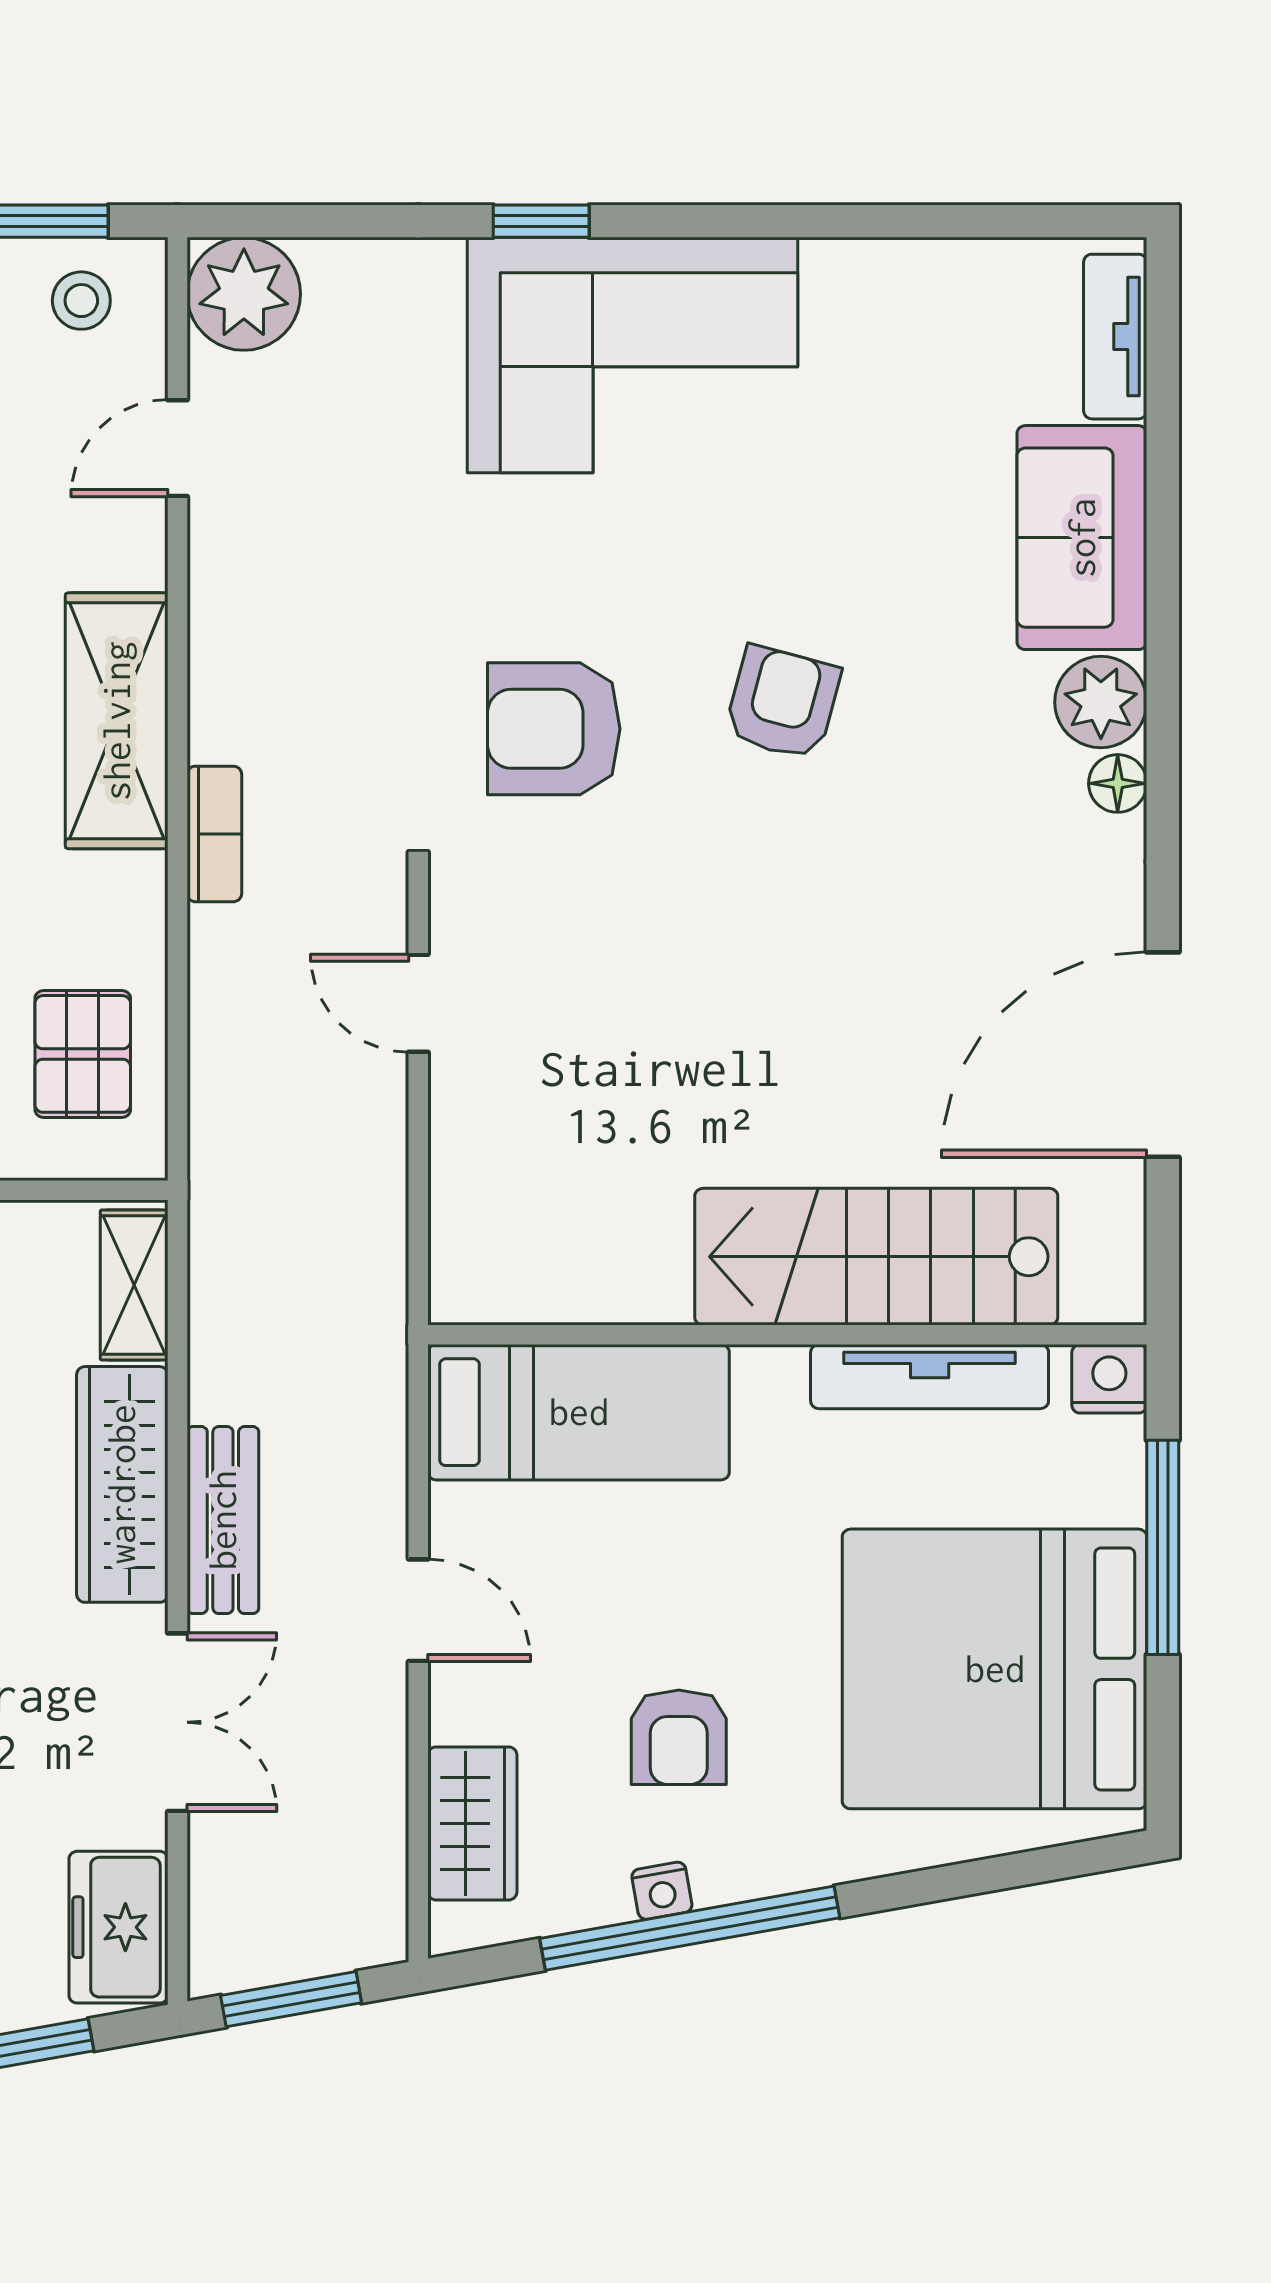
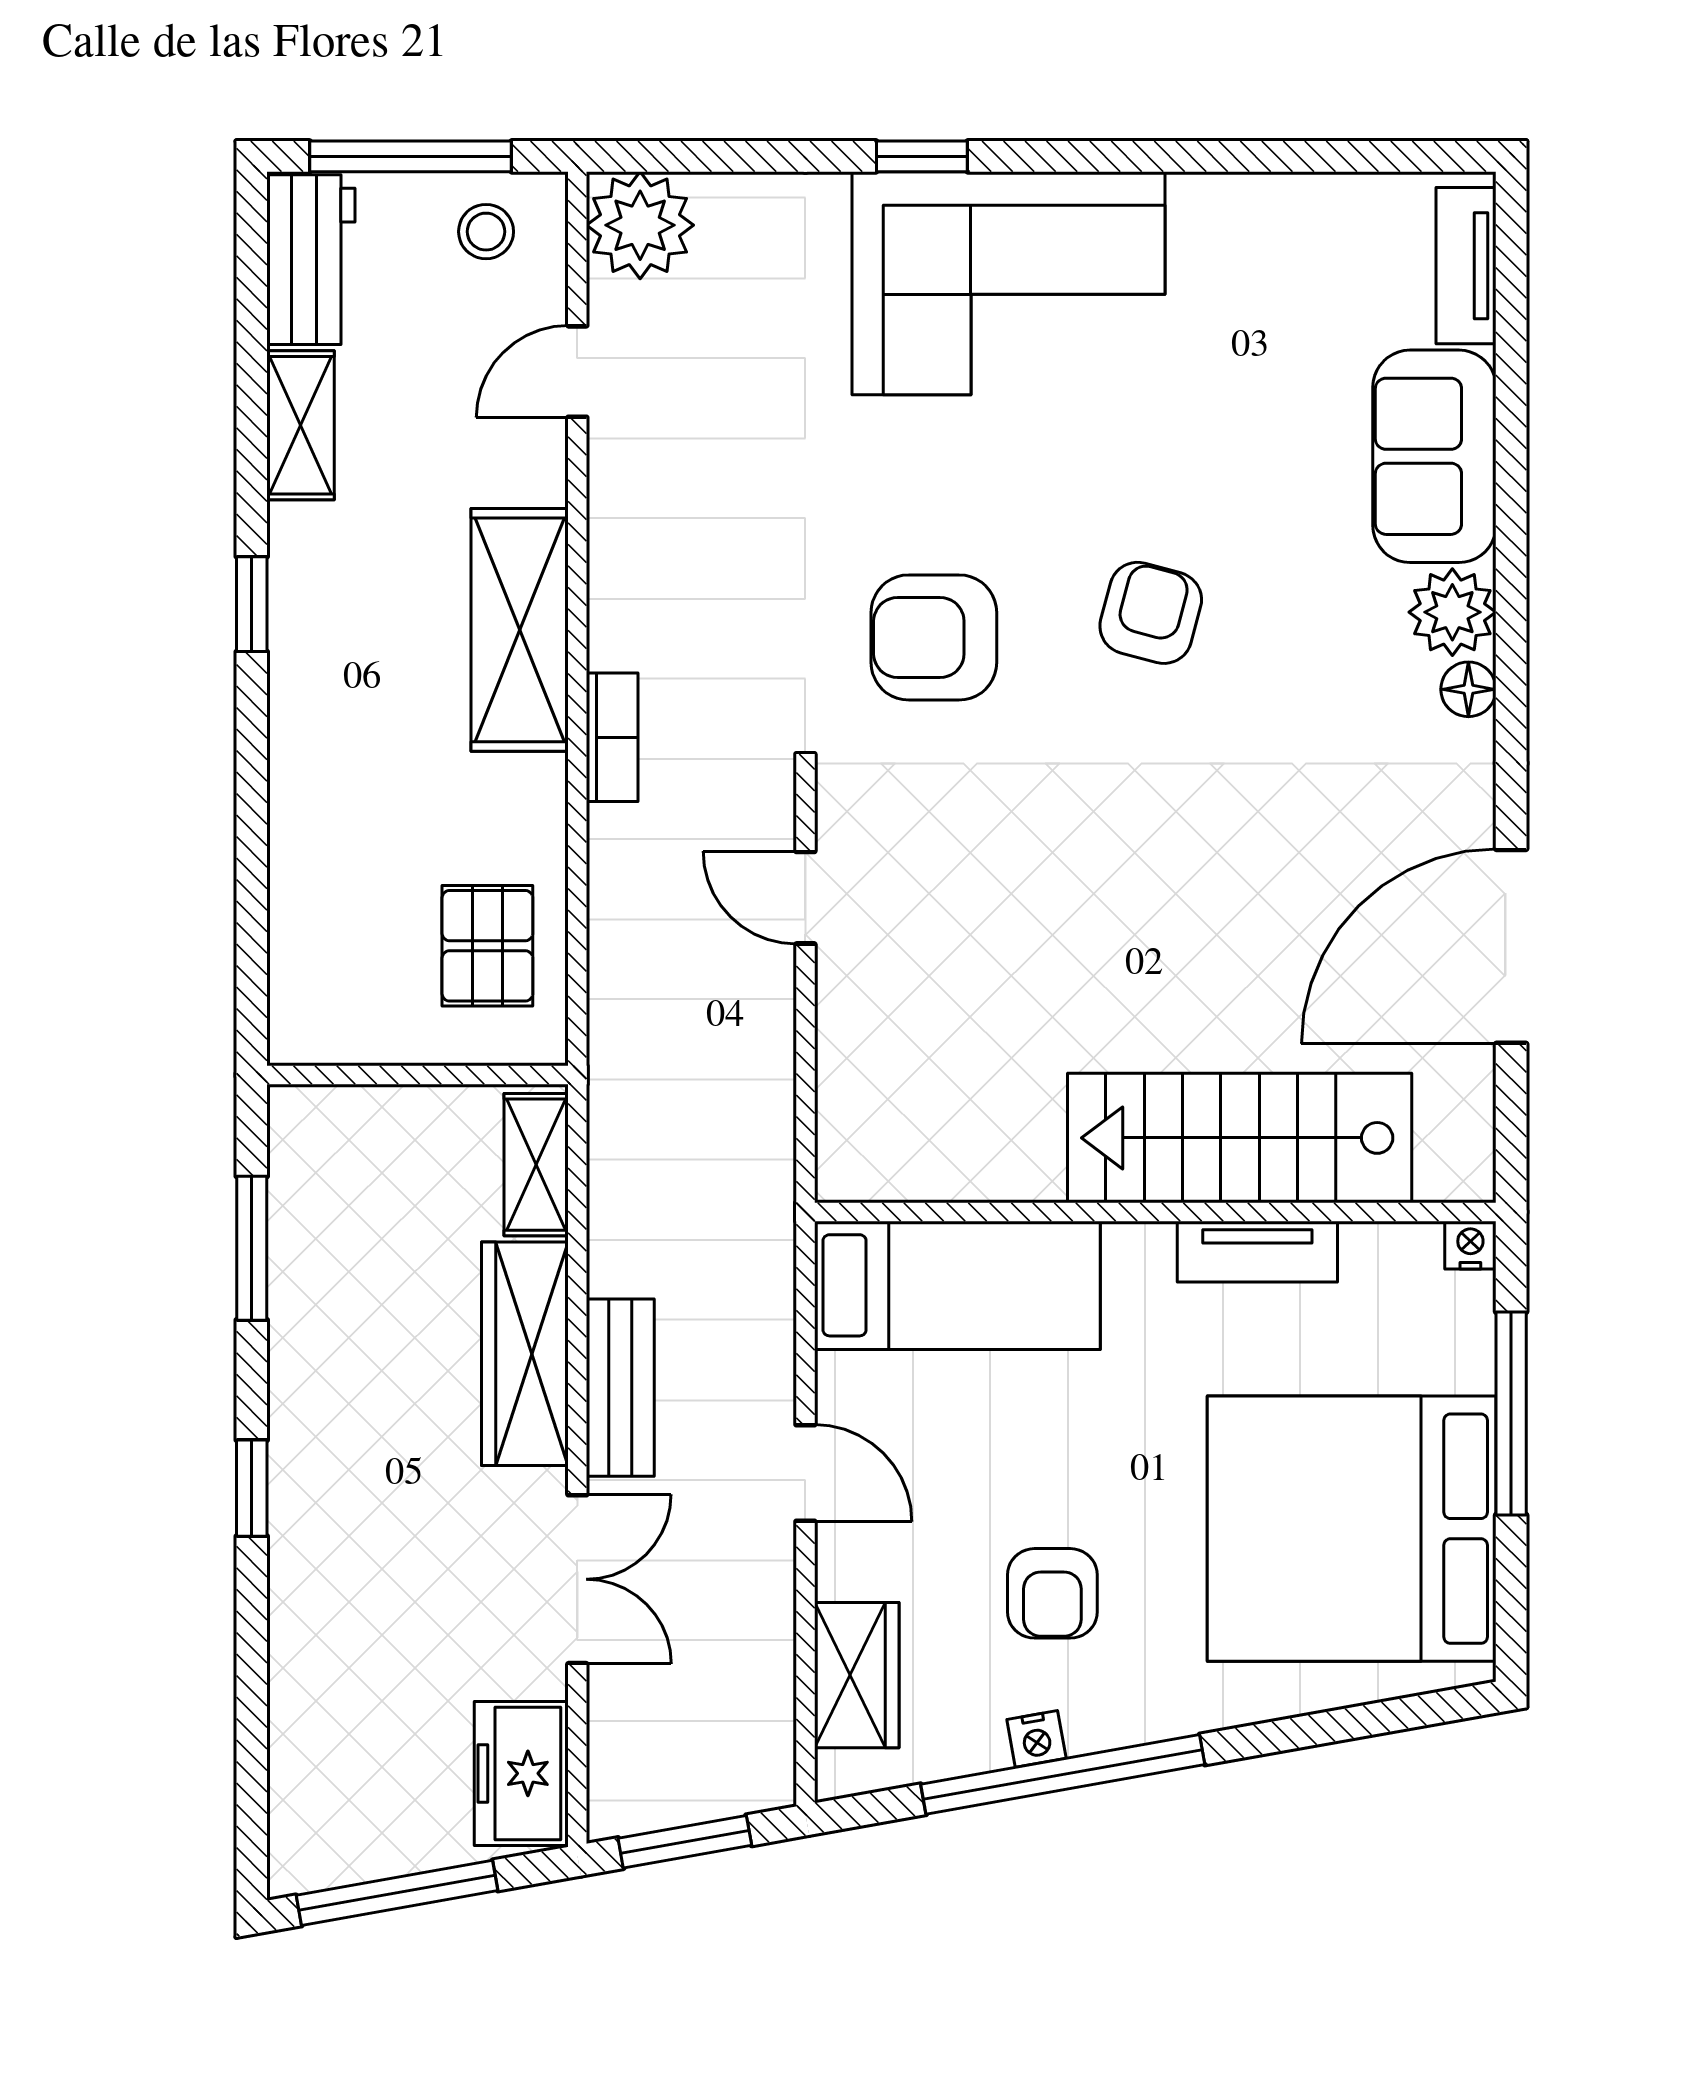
tv unit: (930, 1377) -> (1257, 1252), width x0.71
nightstand: (1109, 1379) -> (1470, 1245), width x0.72, depth x0.74

